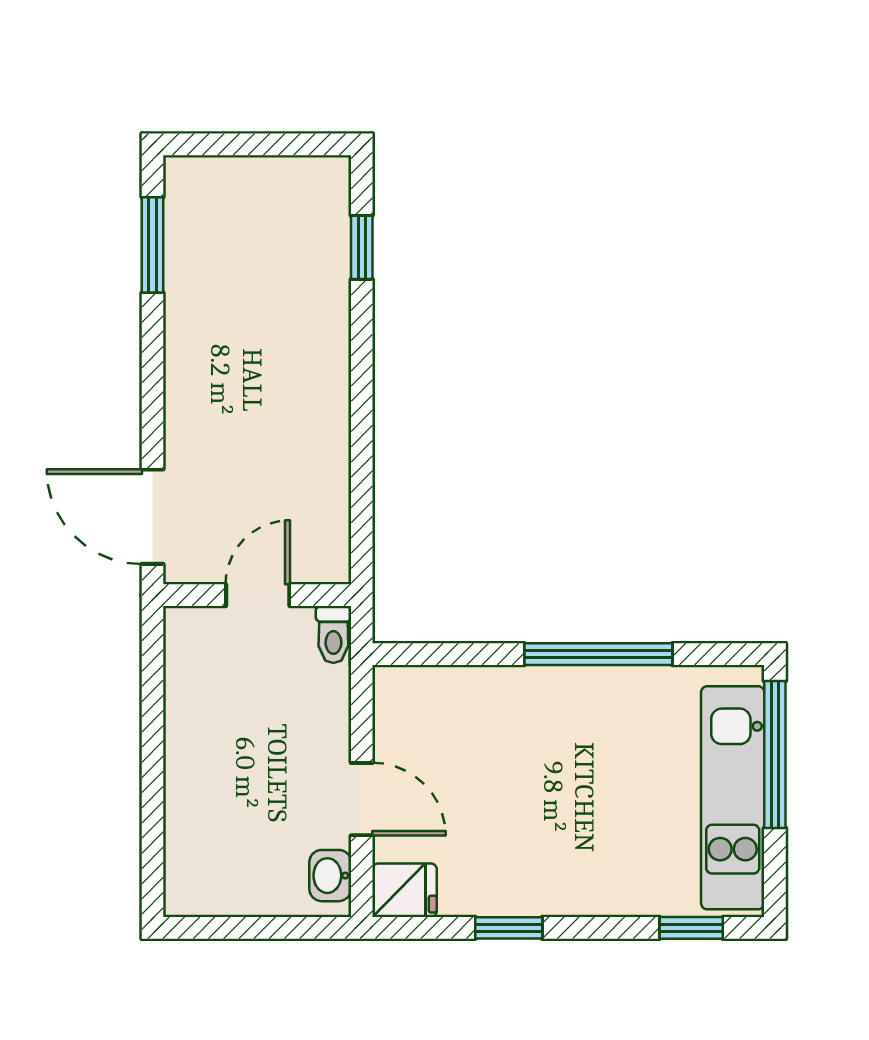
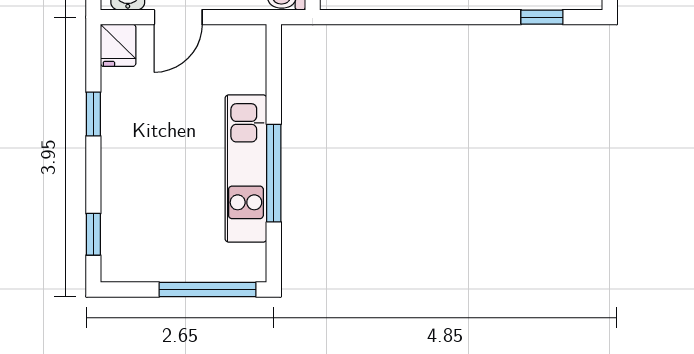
kitchen unit: (733, 798) -> (246, 168), moved, turned -90

